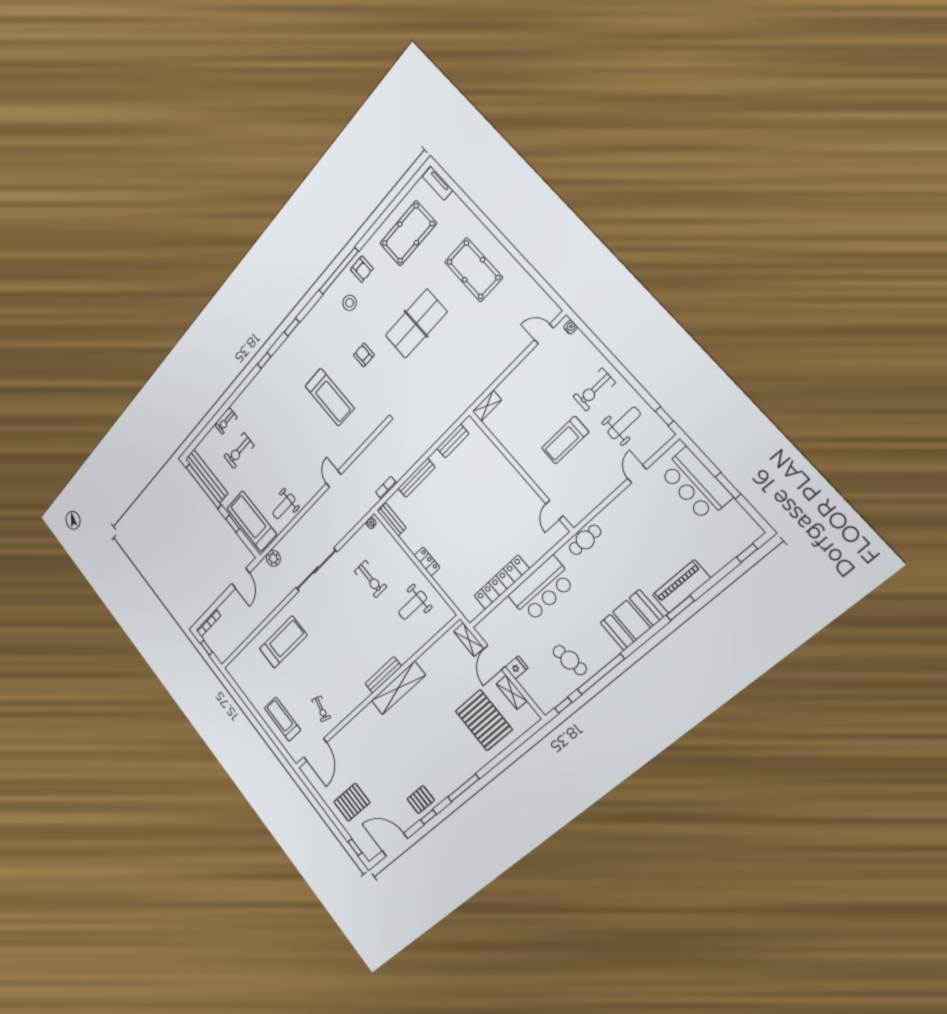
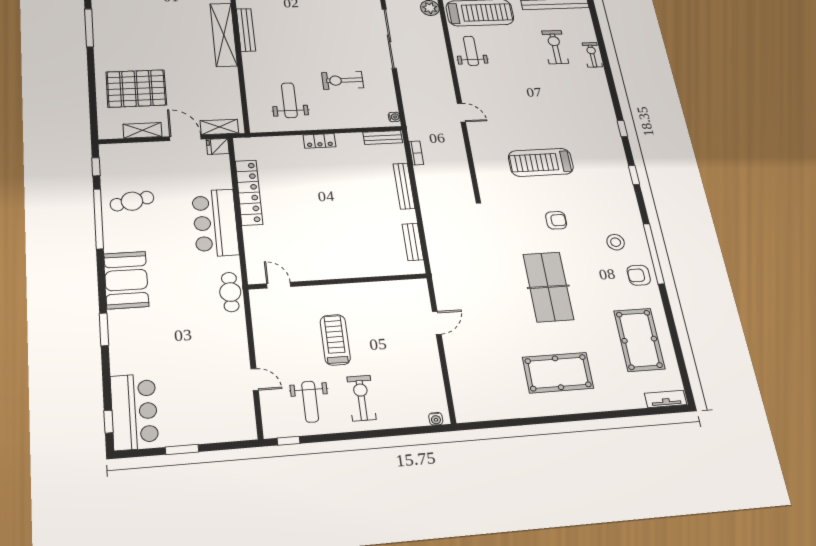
door: (544, 334) -> (437, 323), moved
shelving: (487, 406) -> (421, 295), removed
bar counter: (696, 484) -> (134, 412), moved, turned 90
piano: (681, 587) -> (123, 344), removed
fridge: (517, 668) -> (218, 146), moved, turned 90

